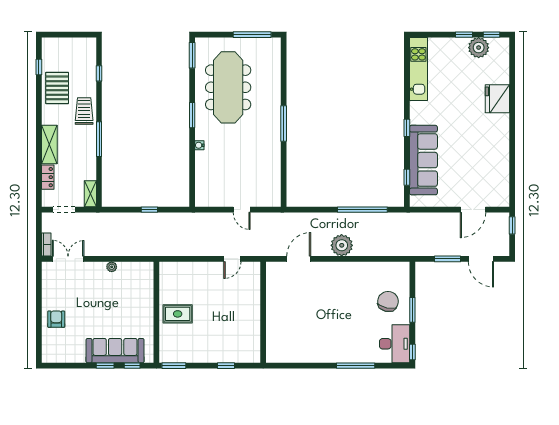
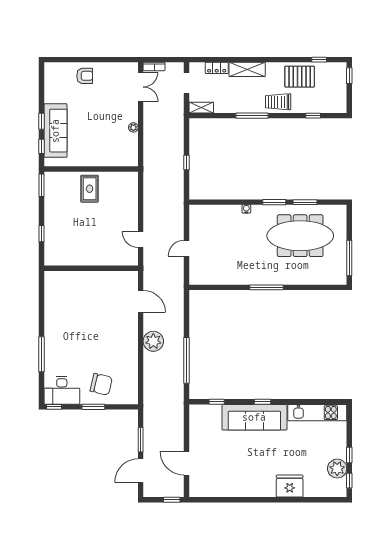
window: (56, 35) -> (349, 76), added
window: (192, 55) -> (305, 202), moved
trolley: (84, 111) -> (278, 102), turned 180
sofa: (423, 160) -> (254, 417), moved

